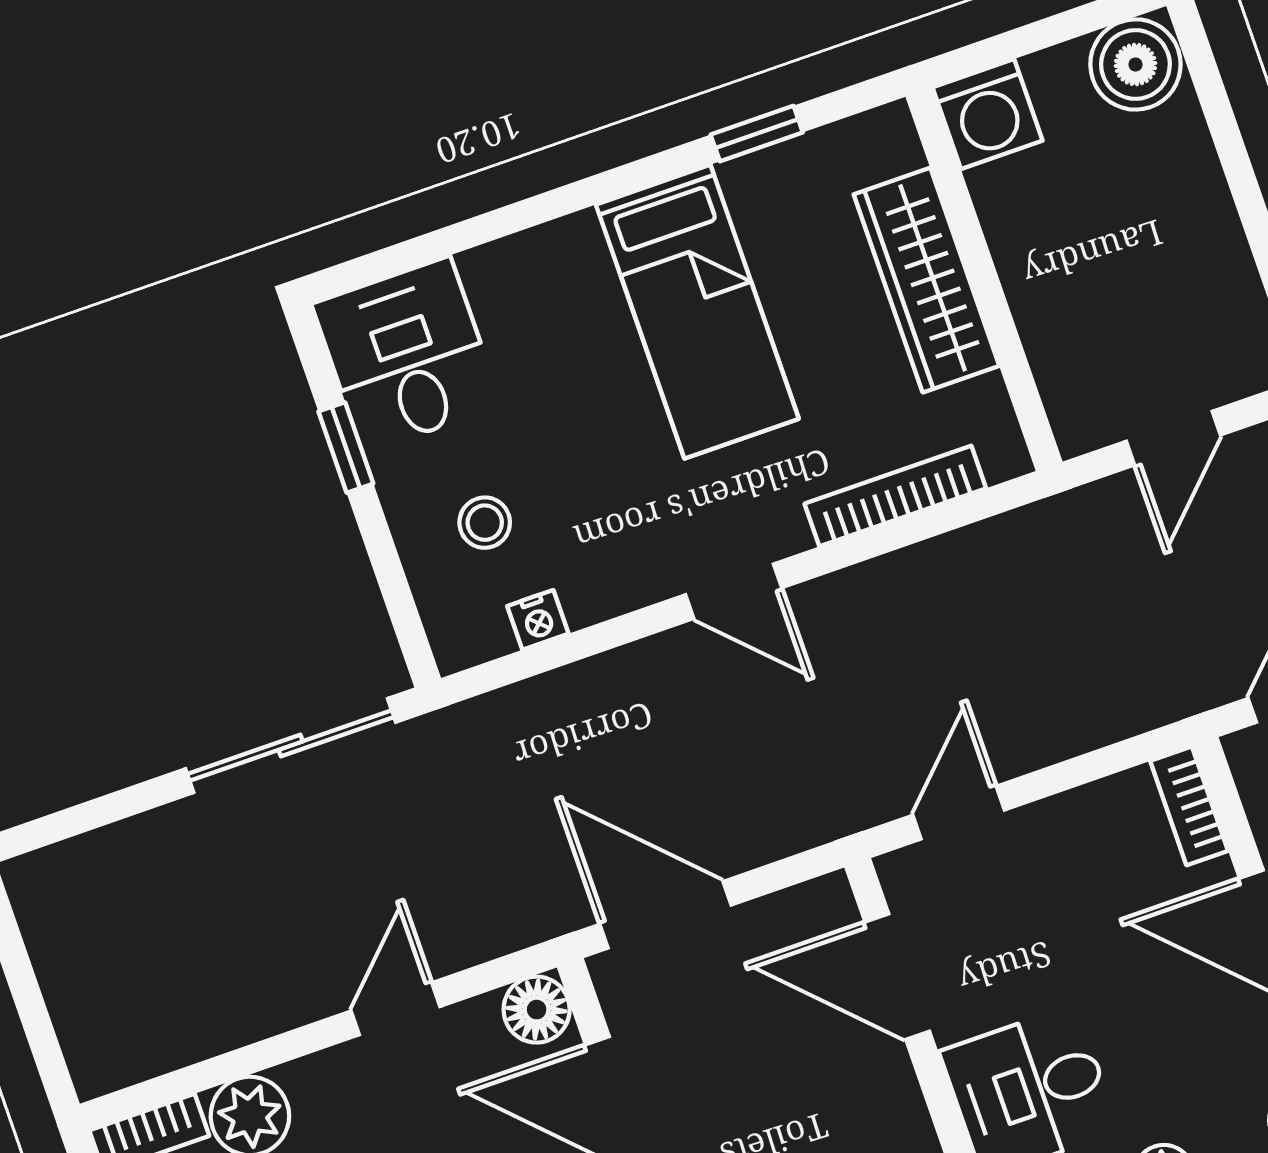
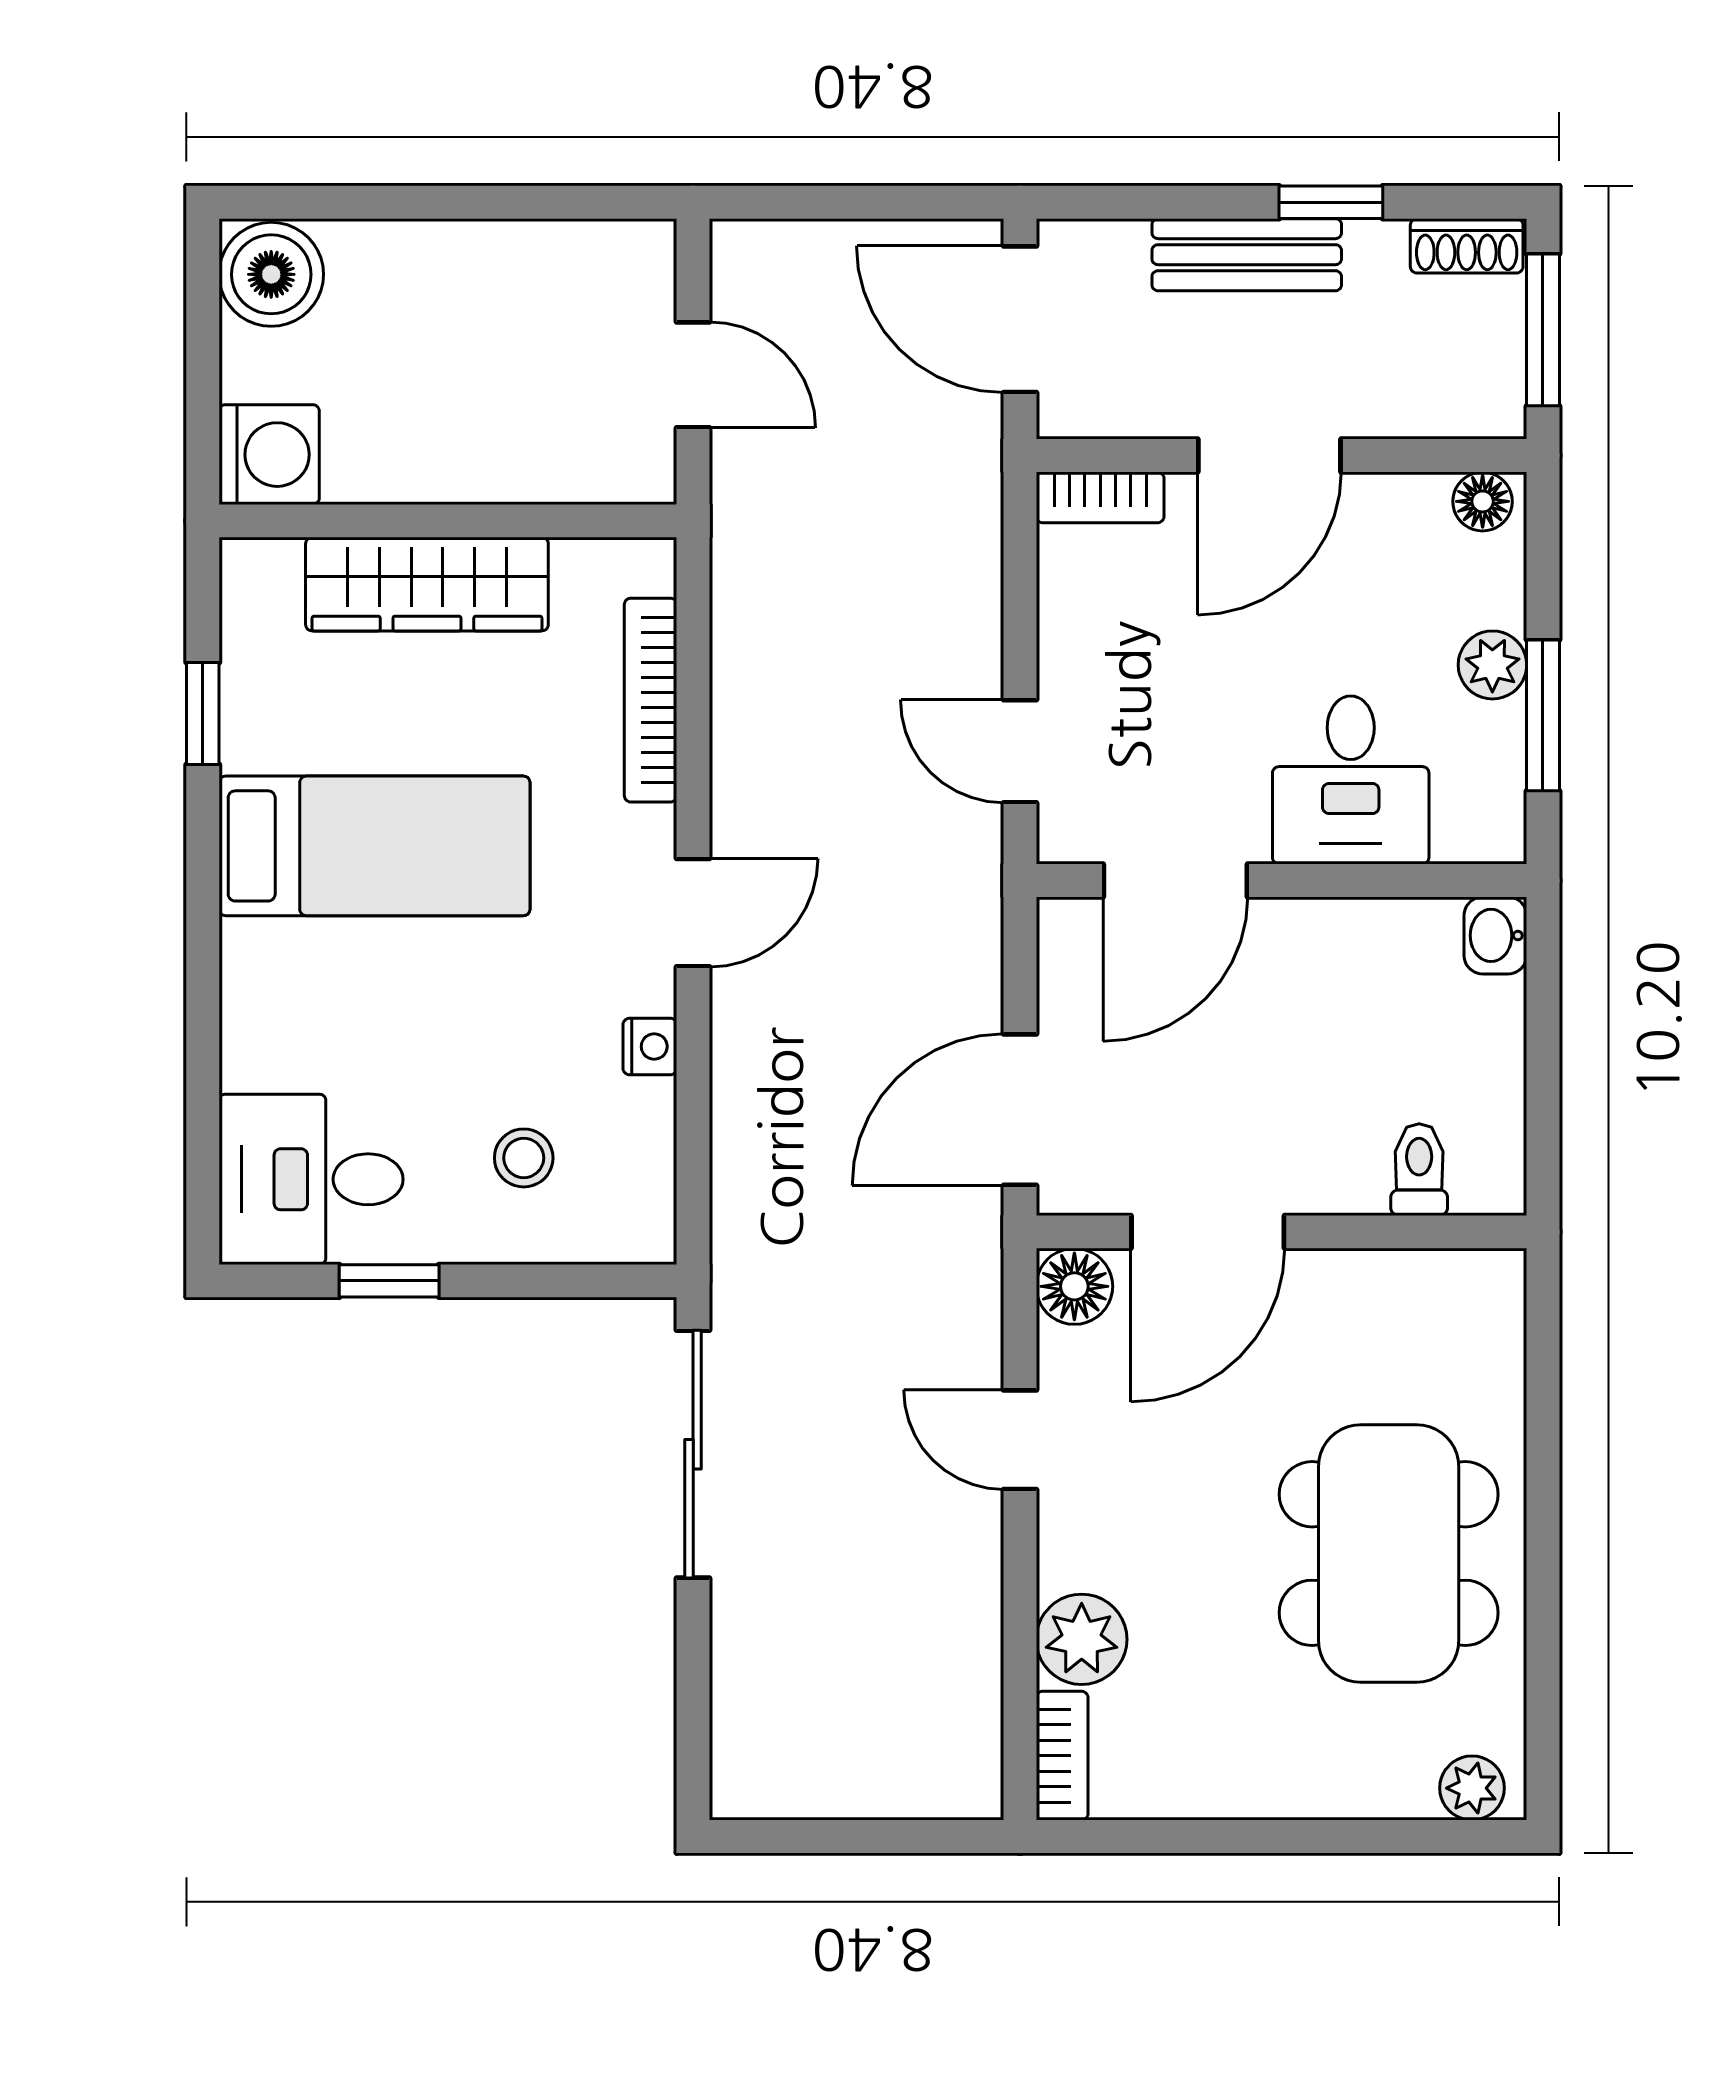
nightstand: (538, 620) -> (650, 1046), moved

